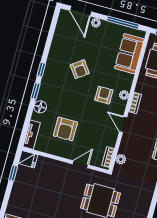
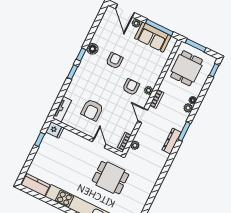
sofa: (129, 54) -> (153, 37), moved, turned -90
armchair: (80, 69) -> (114, 61), turned -144
floor lamp: (40, 107) -> (92, 49), moved
door: (80, 164) -> (99, 143), hinge flipped

